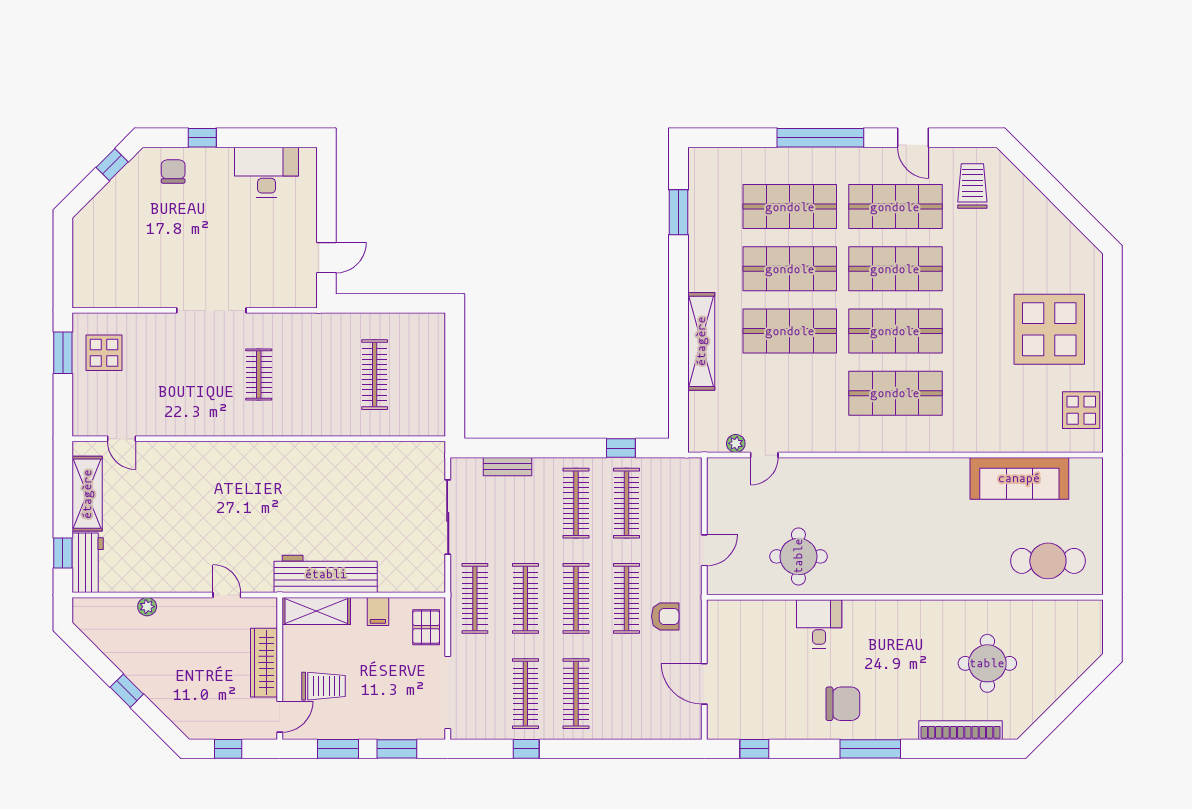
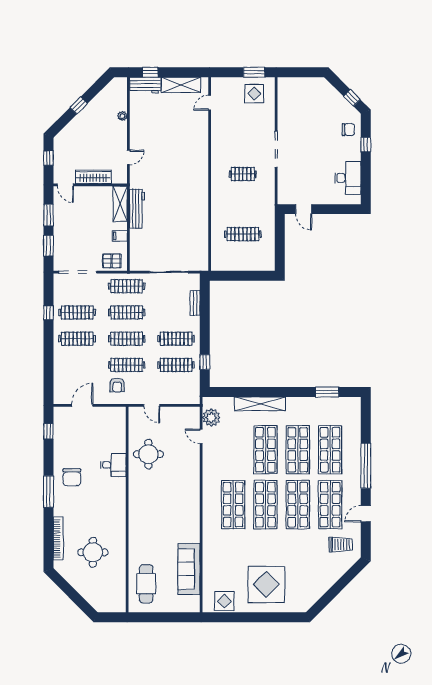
plant: (736, 443) -> (211, 418), width x1.88, depth x1.88
workbench: (326, 574) -> (137, 209), width x0.73, depth x0.76
trolley: (324, 686) -> (81, 208), removed

